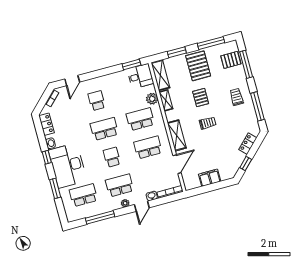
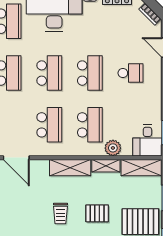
shelving: (177, 135) -> (70, 168), moved
school desk: (112, 157) -> (49, 73), width x1.85

